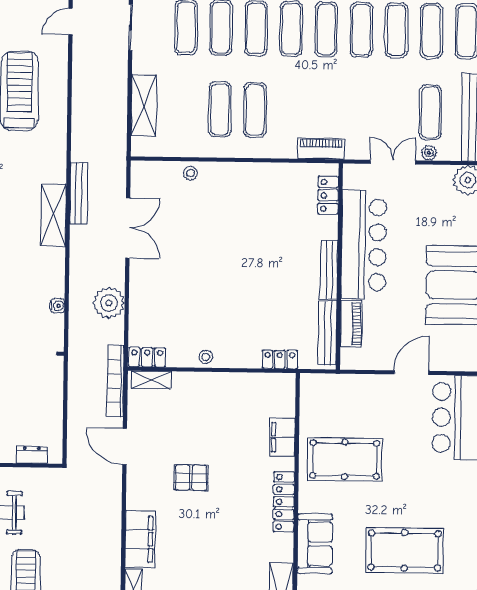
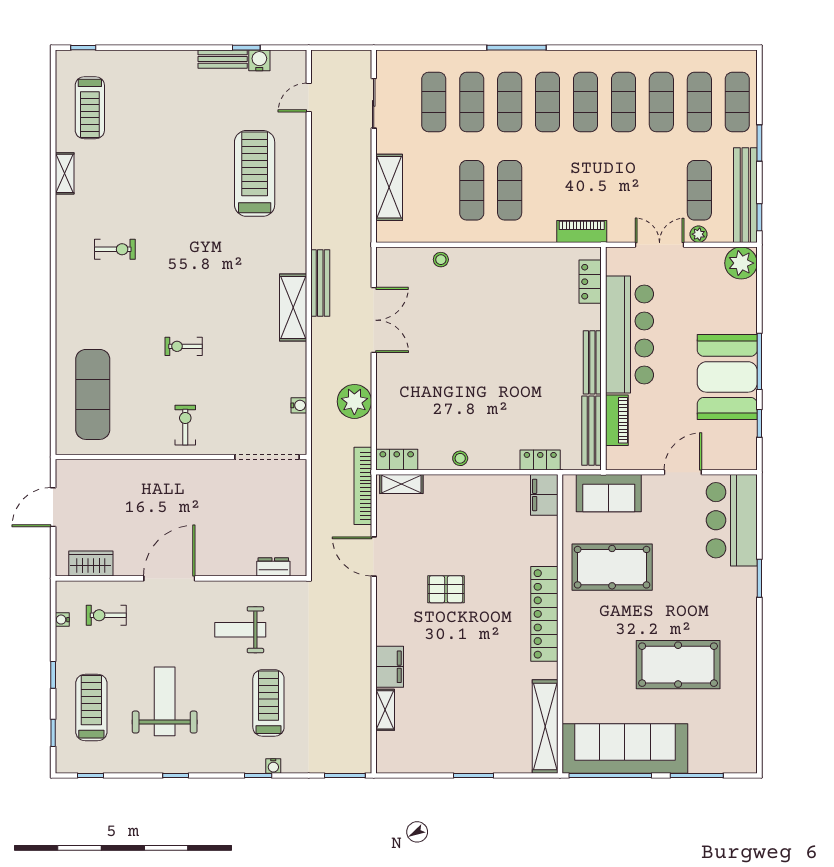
filing cabinet: (282, 437) -> (544, 495), moved
locker: (284, 502) -> (544, 614), width x1.41, depth x1.21
filing cabinet: (140, 539) -> (390, 667), width x0.67, depth x0.86
sofa: (315, 544) -> (609, 493), moved, turned 90

